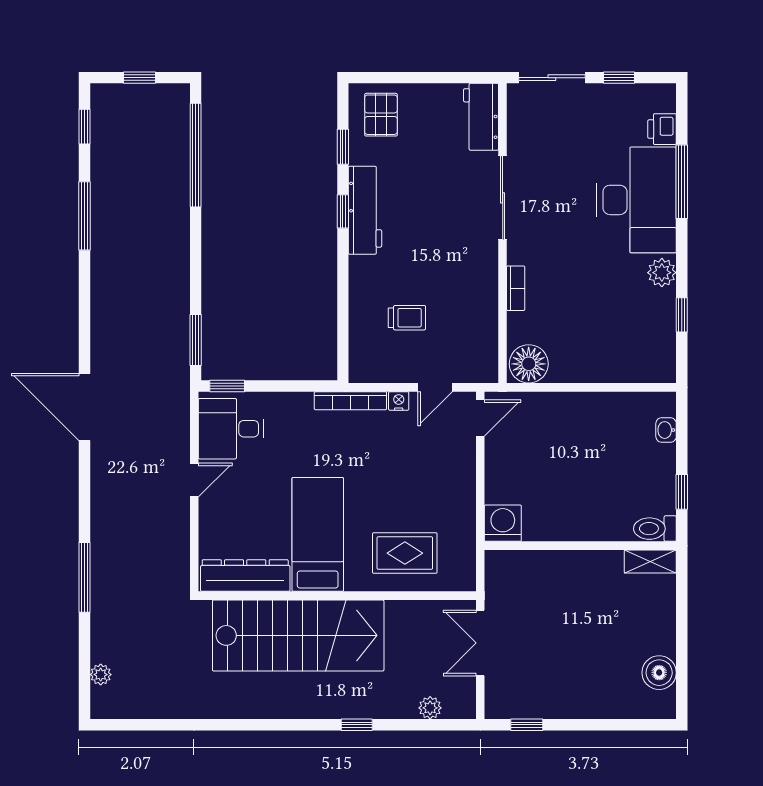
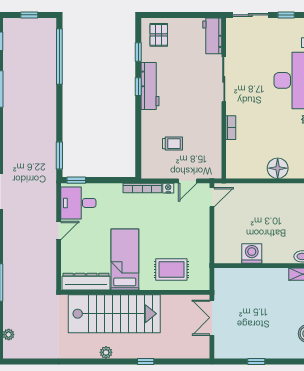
floor lamp: (529, 364) -> (278, 168), moved
washing machine: (503, 523) -> (252, 254), moved
plant: (430, 708) -> (106, 352), moved
window: (527, 725) -> (256, 362), moved

